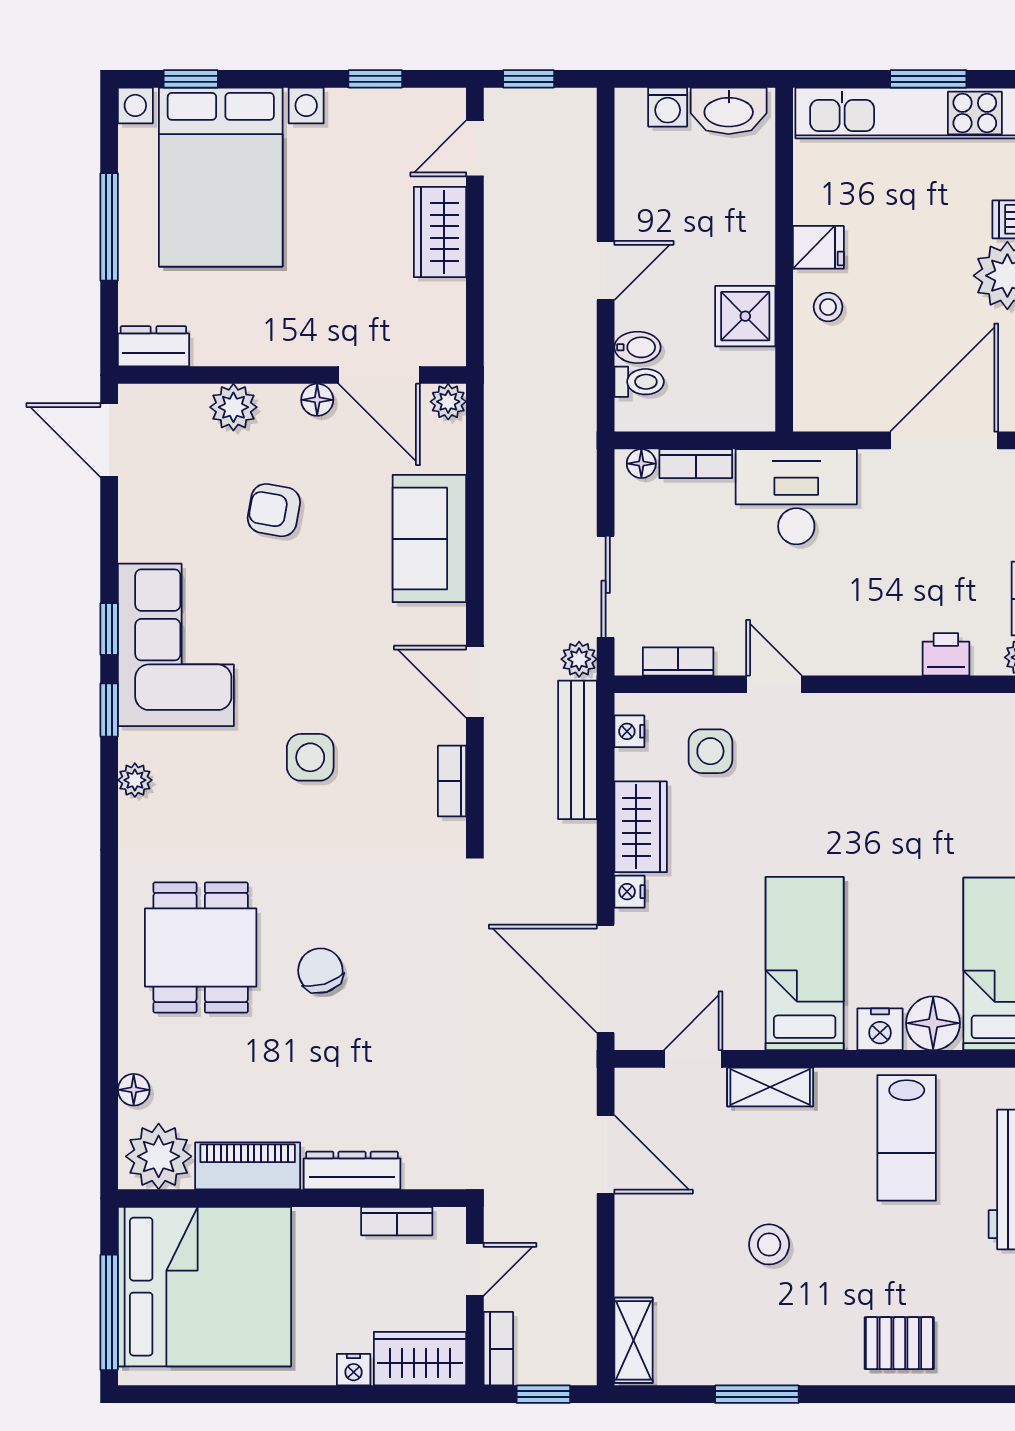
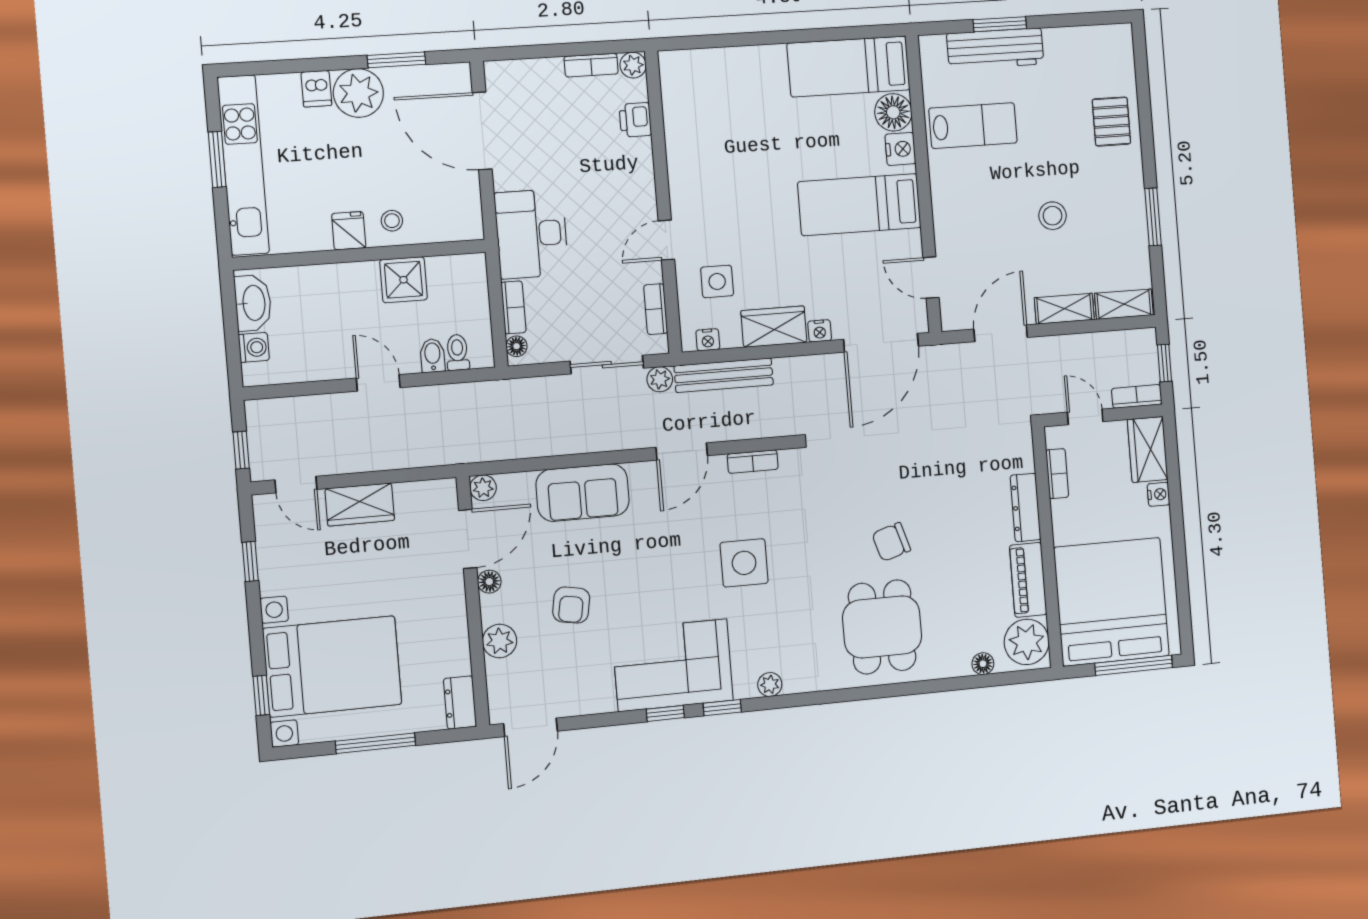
side table: (310, 757) -> (744, 563), width x1.37, depth x1.37
dining table: (201, 947) -> (882, 627), turned 90
shelving: (770, 1087) -> (1064, 309), moved, turned 90

